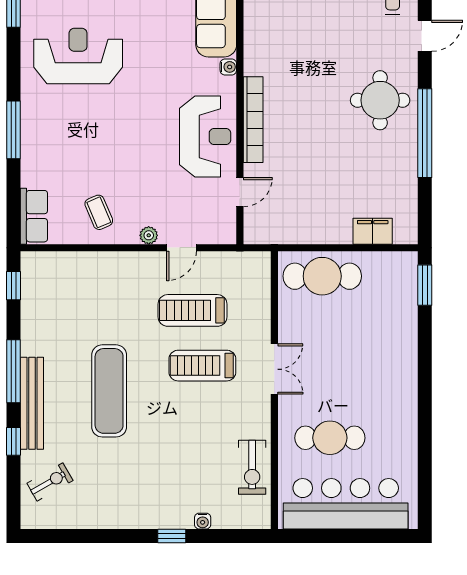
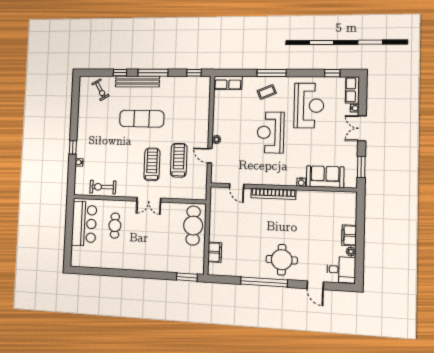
reception desk: (205, 137) -> (271, 132), moved, turned 90
coffee table: (99, 212) -> (267, 92), moved
cafe table: (330, 438) -> (115, 226), width x0.73, depth x0.74
bar counter: (346, 504) -> (84, 224), width x0.73

